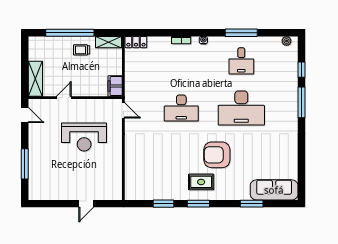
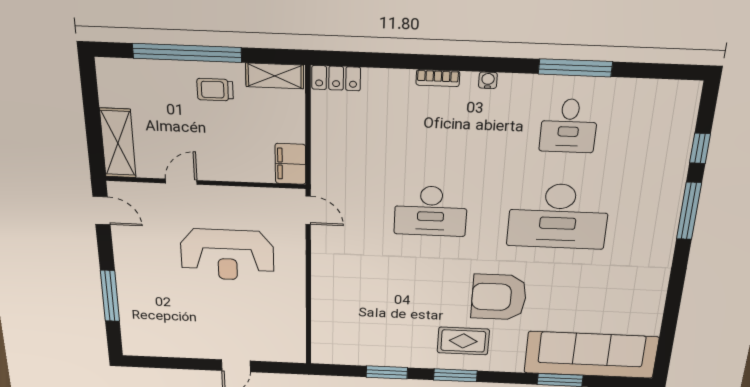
plant: (287, 41) -> (676, 89), removed
sofa: (274, 190) -> (591, 355), width x1.36, depth x1.27

